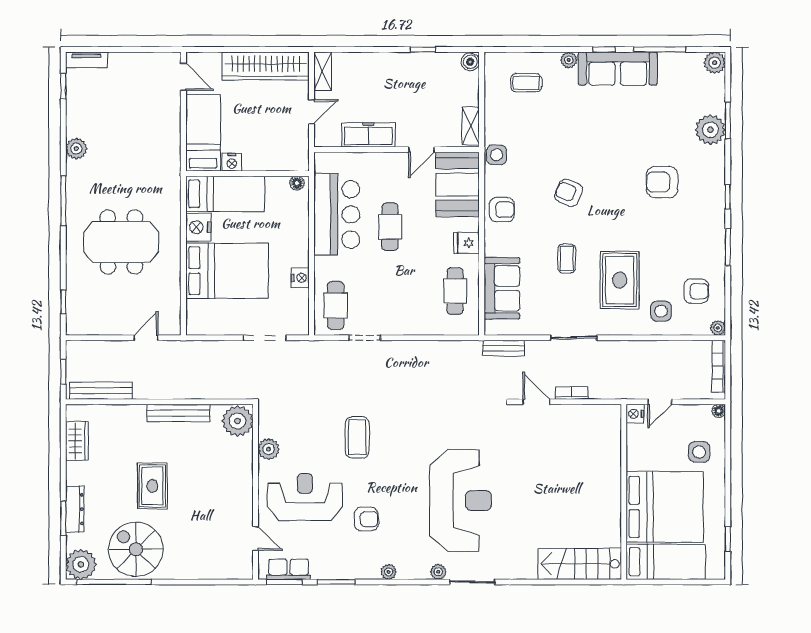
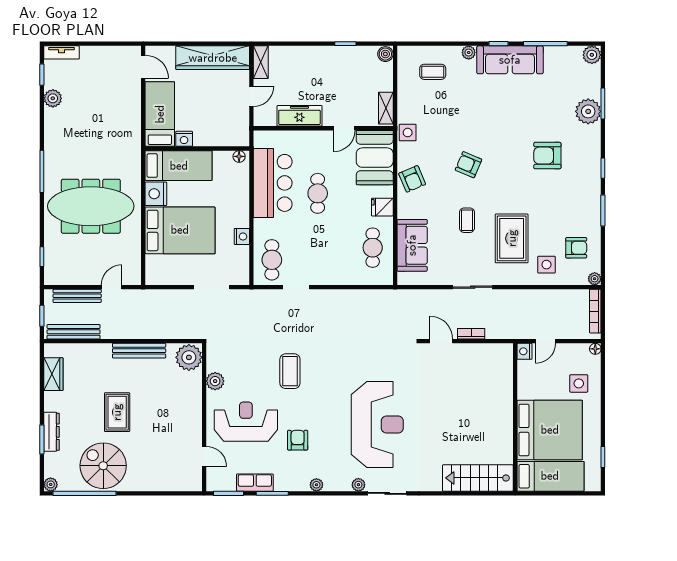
plant: (76, 149) -> (53, 98), moved
armchair: (502, 210) -> (412, 179), turned 67
meeting table: (121, 242) -> (91, 206), width x1.36
bench: (504, 348) -> (77, 296), moved, width x1.36
armchair: (366, 519) -> (298, 440), turned -90
plant: (81, 564) -> (51, 484), width x0.53, depth x0.53
row of seats: (289, 569) -> (255, 483), moved

